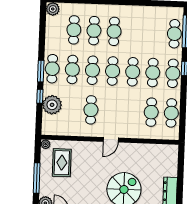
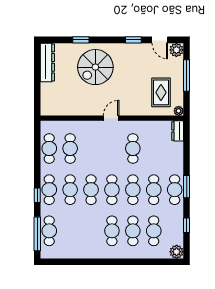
window: (40, 96) -> (187, 225), moved
plant: (52, 105) -> (173, 152), removed
dresser: (47, 125) -> (178, 131), added

